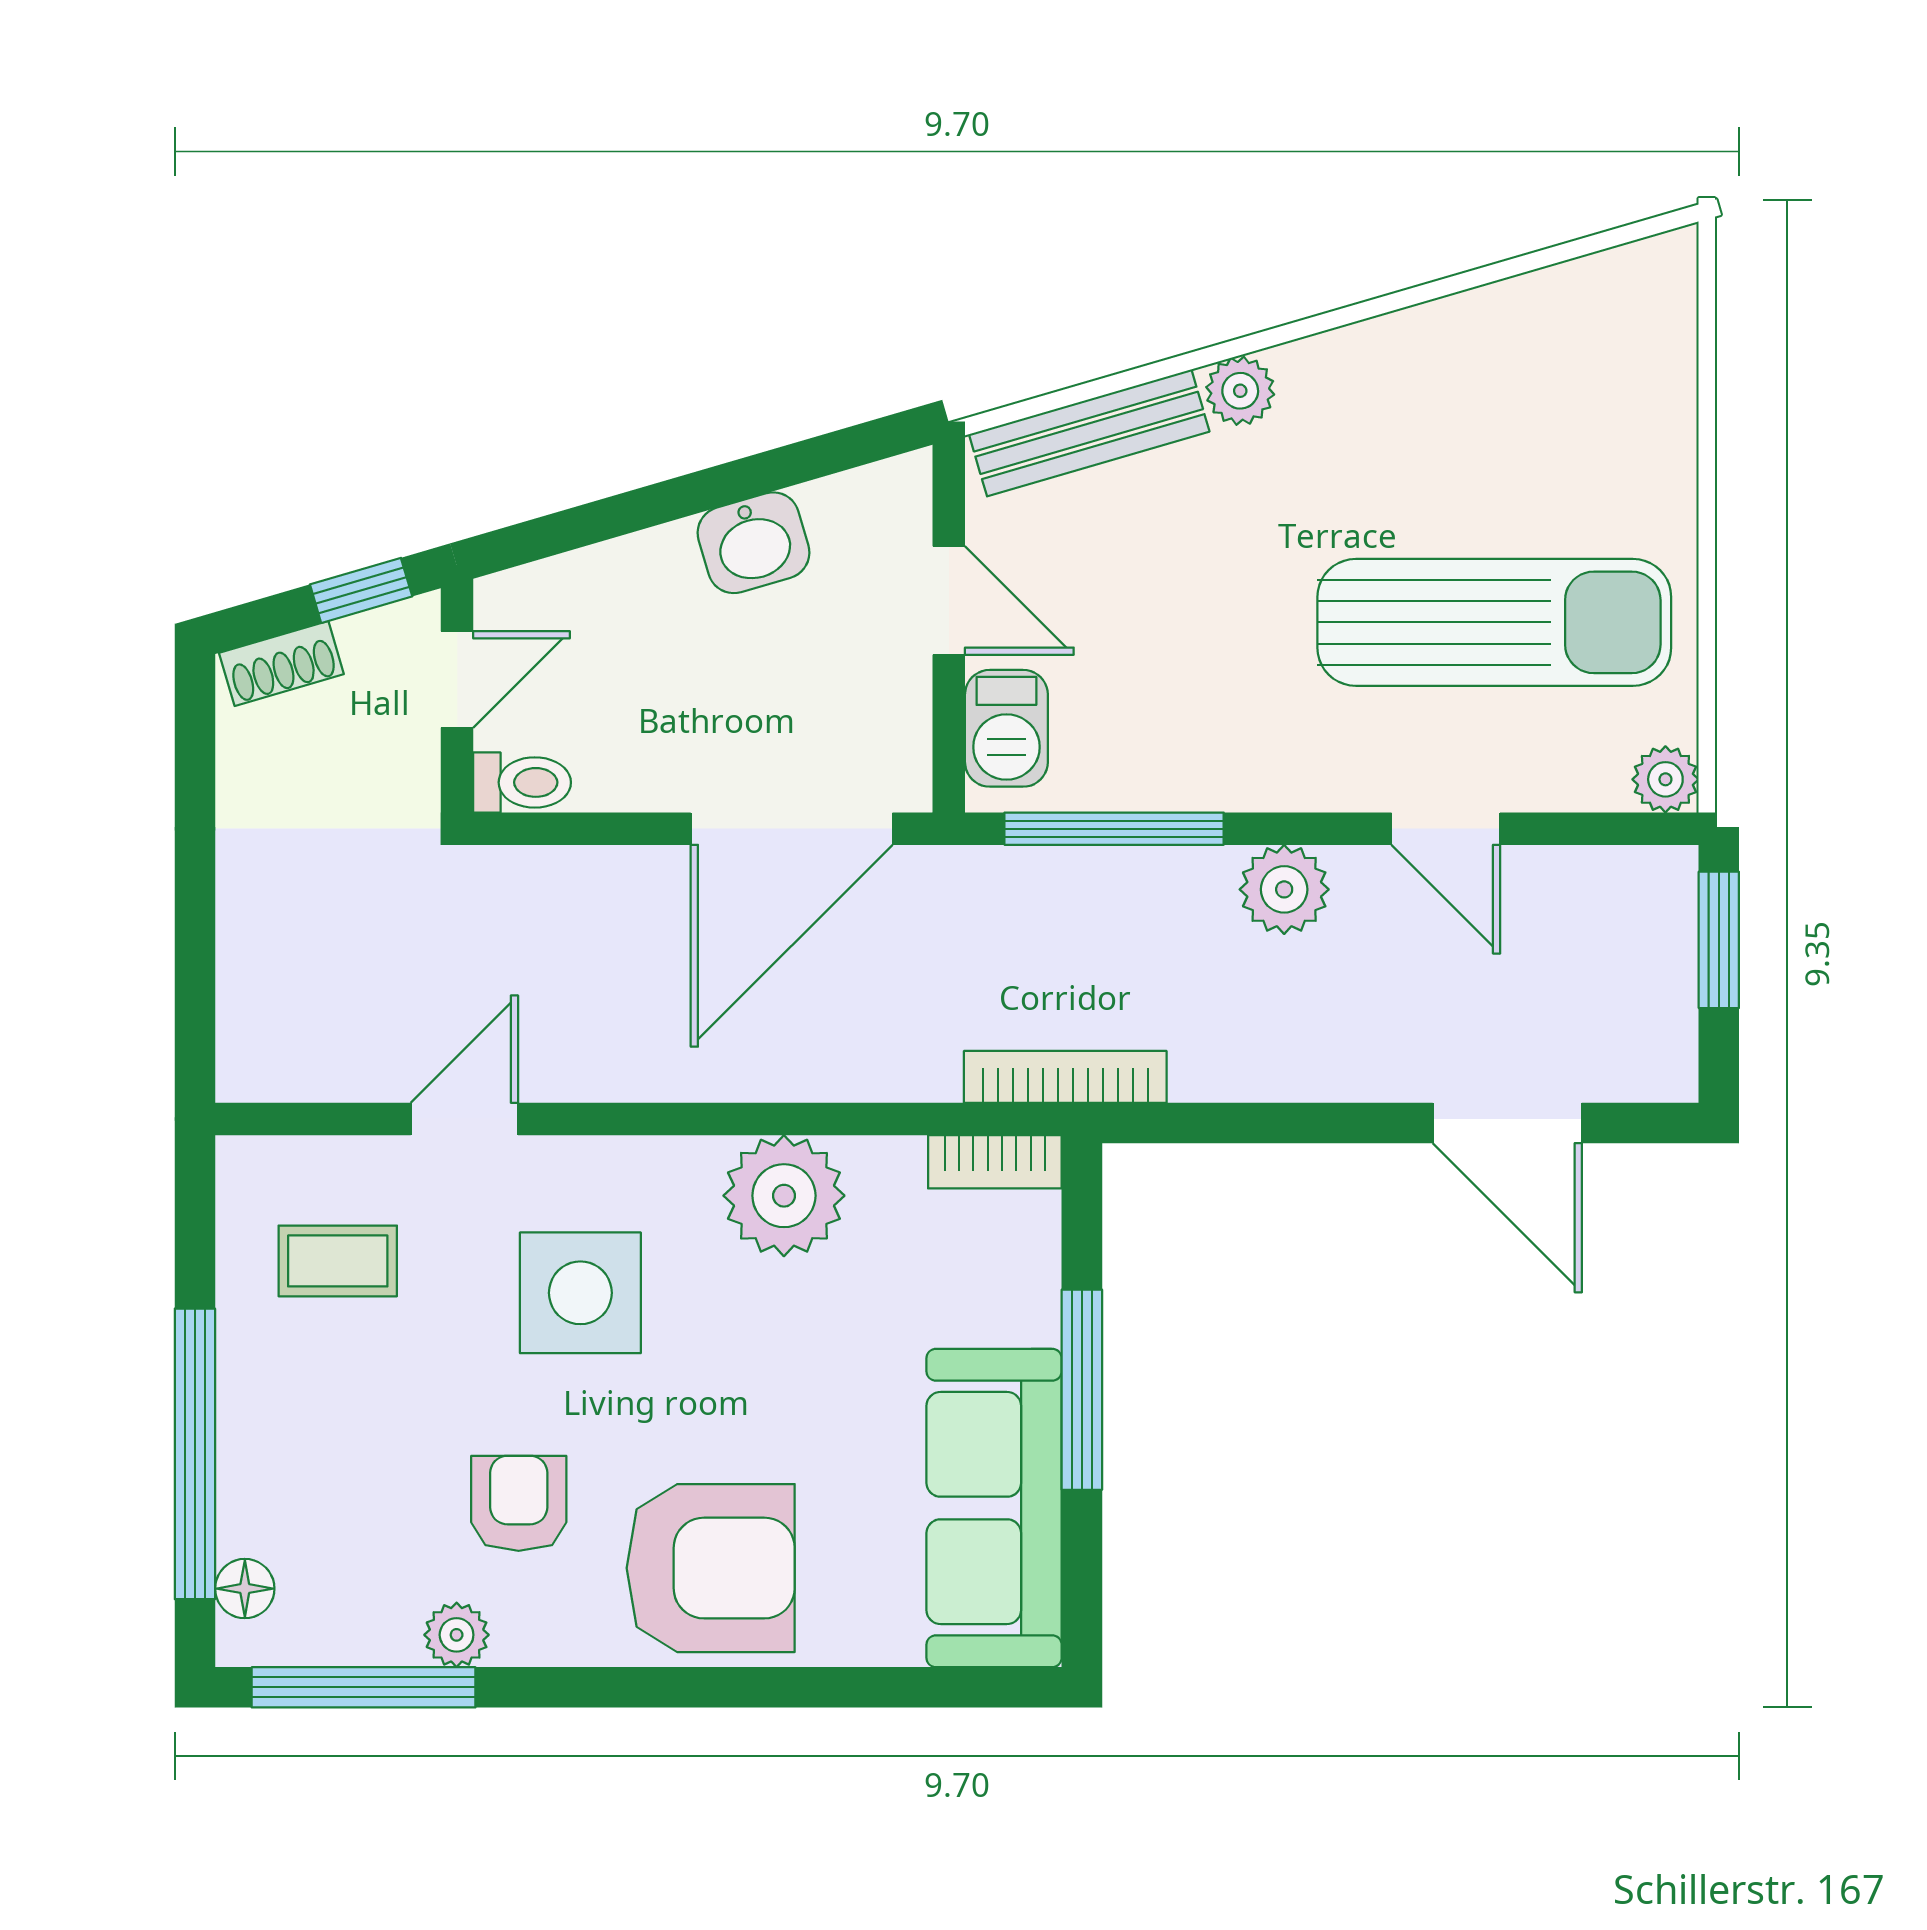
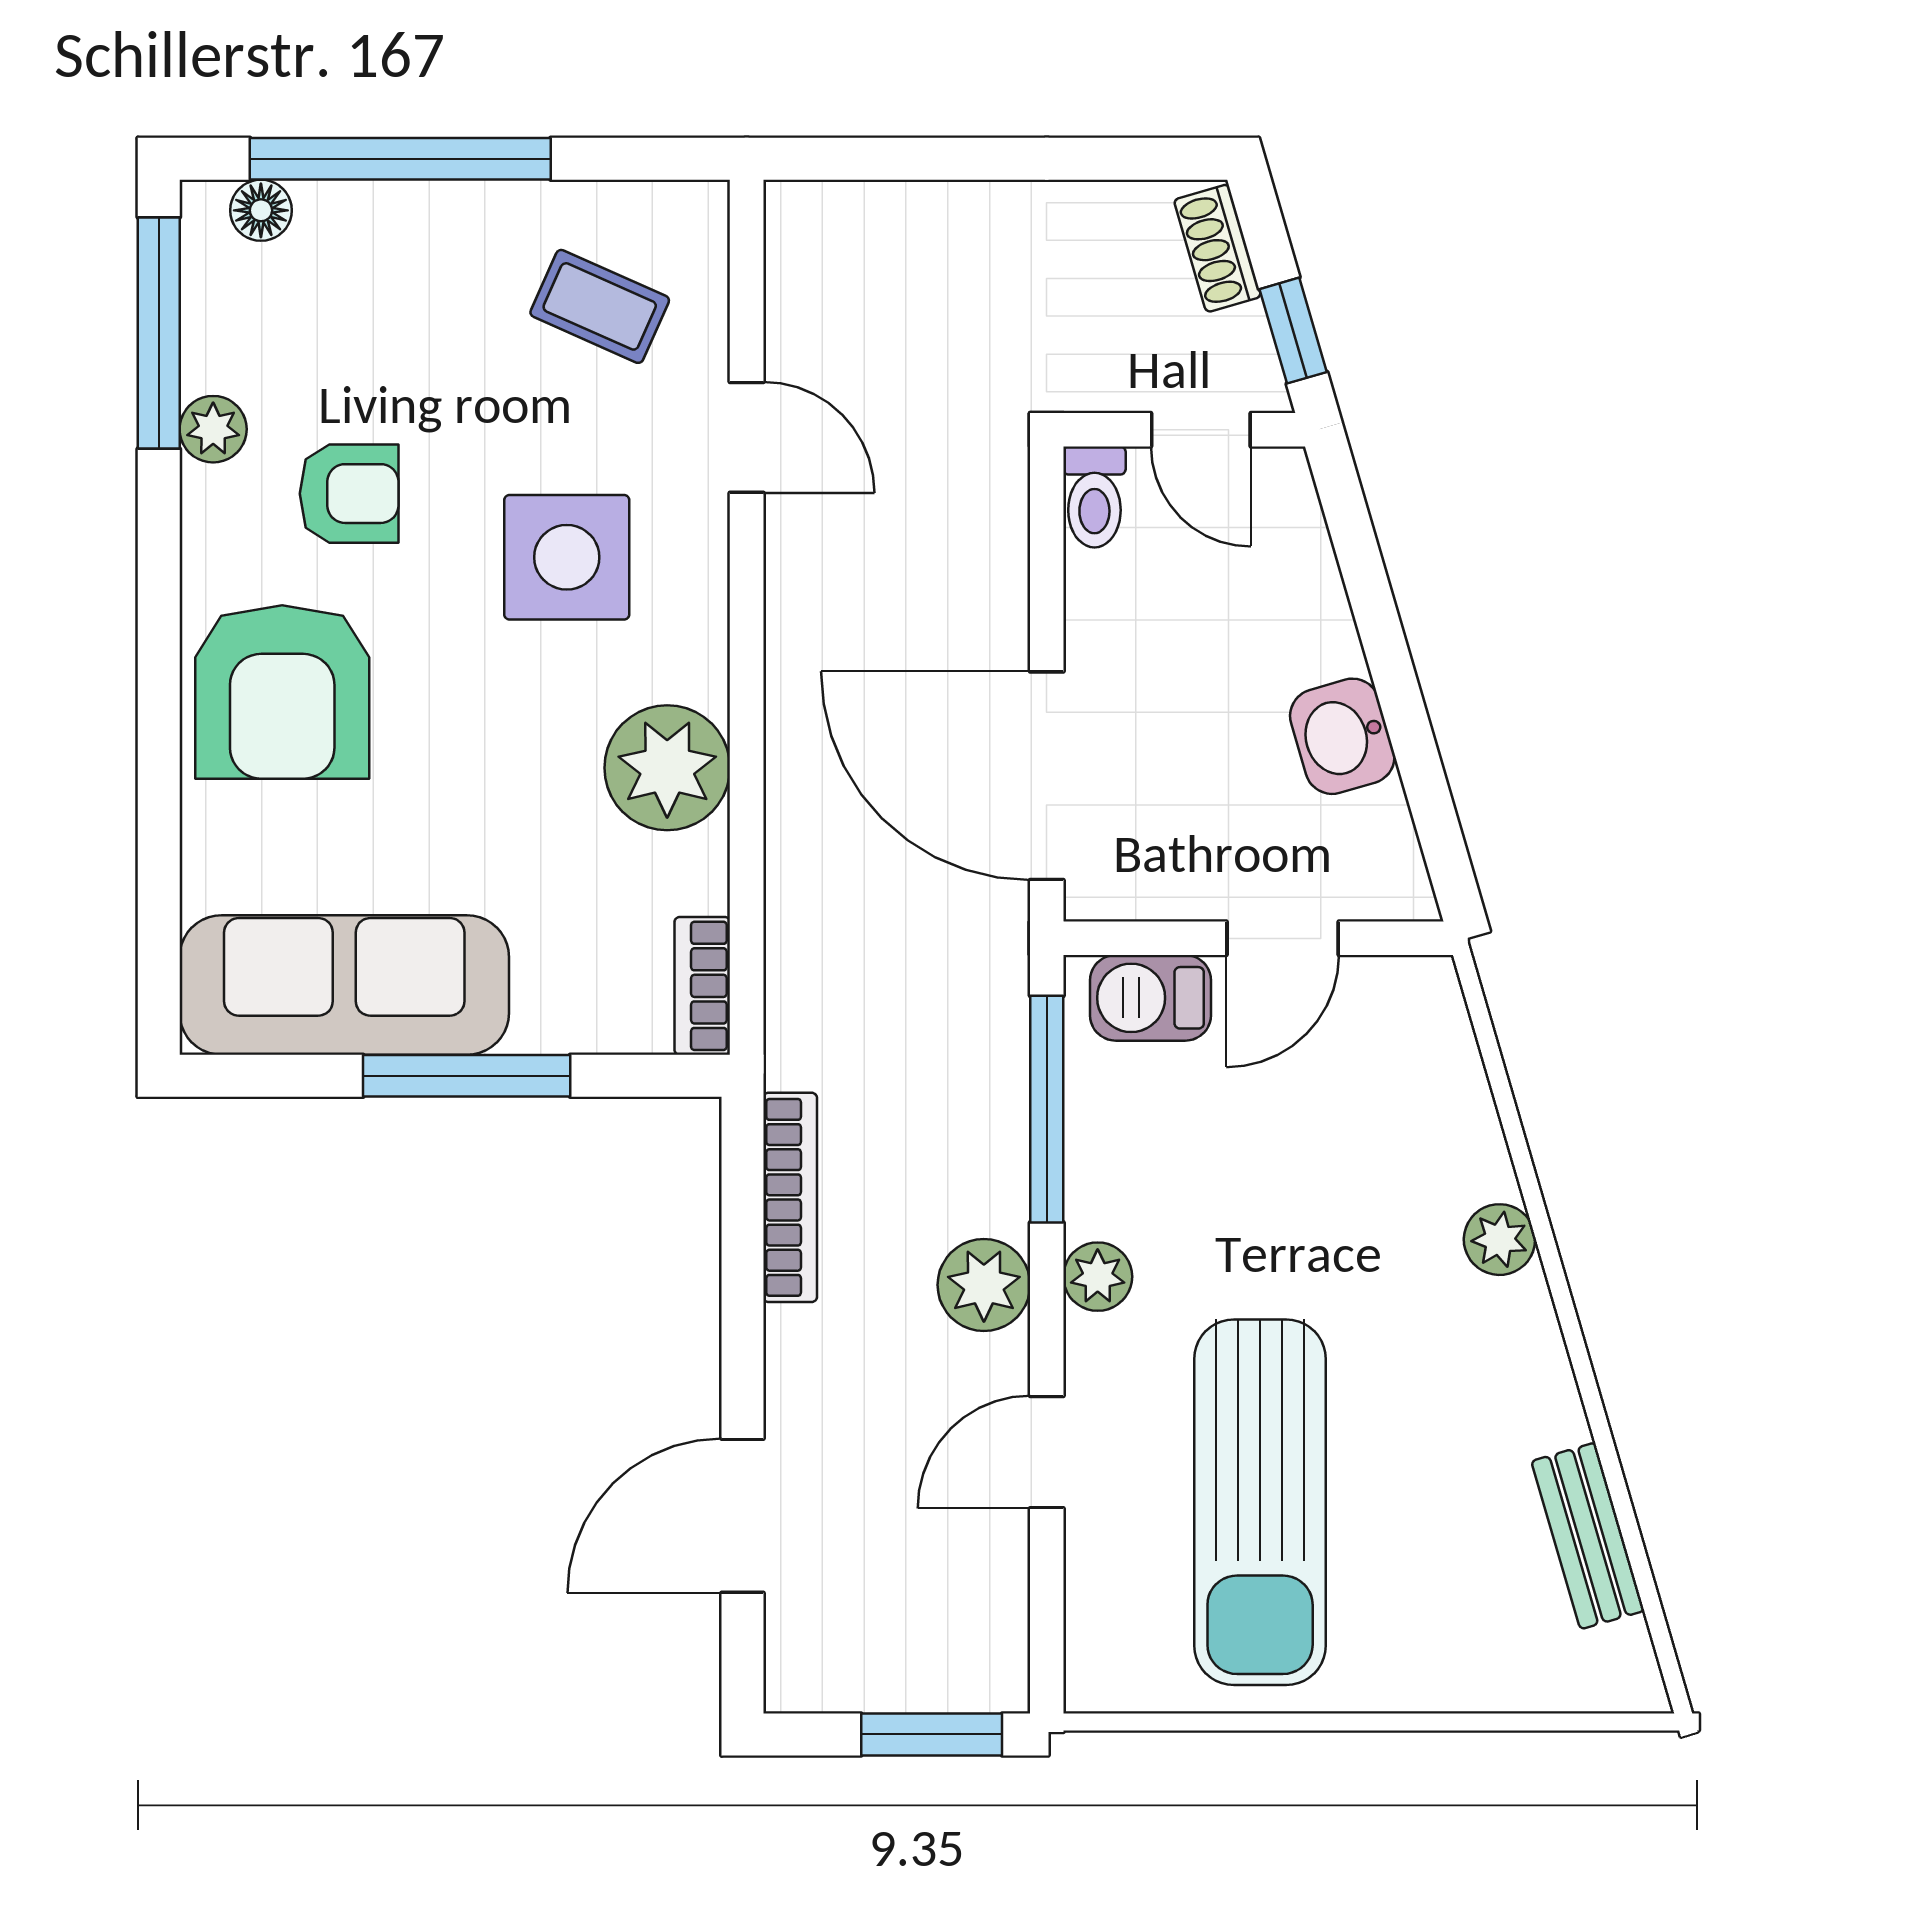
bench: (1089, 433) -> (1588, 1536), moved, width x0.73
plant: (1665, 779) -> (1098, 1277), moved
bookcase: (1065, 1077) -> (790, 1197), moved
coffee table: (338, 1261) -> (600, 306), turned -66

